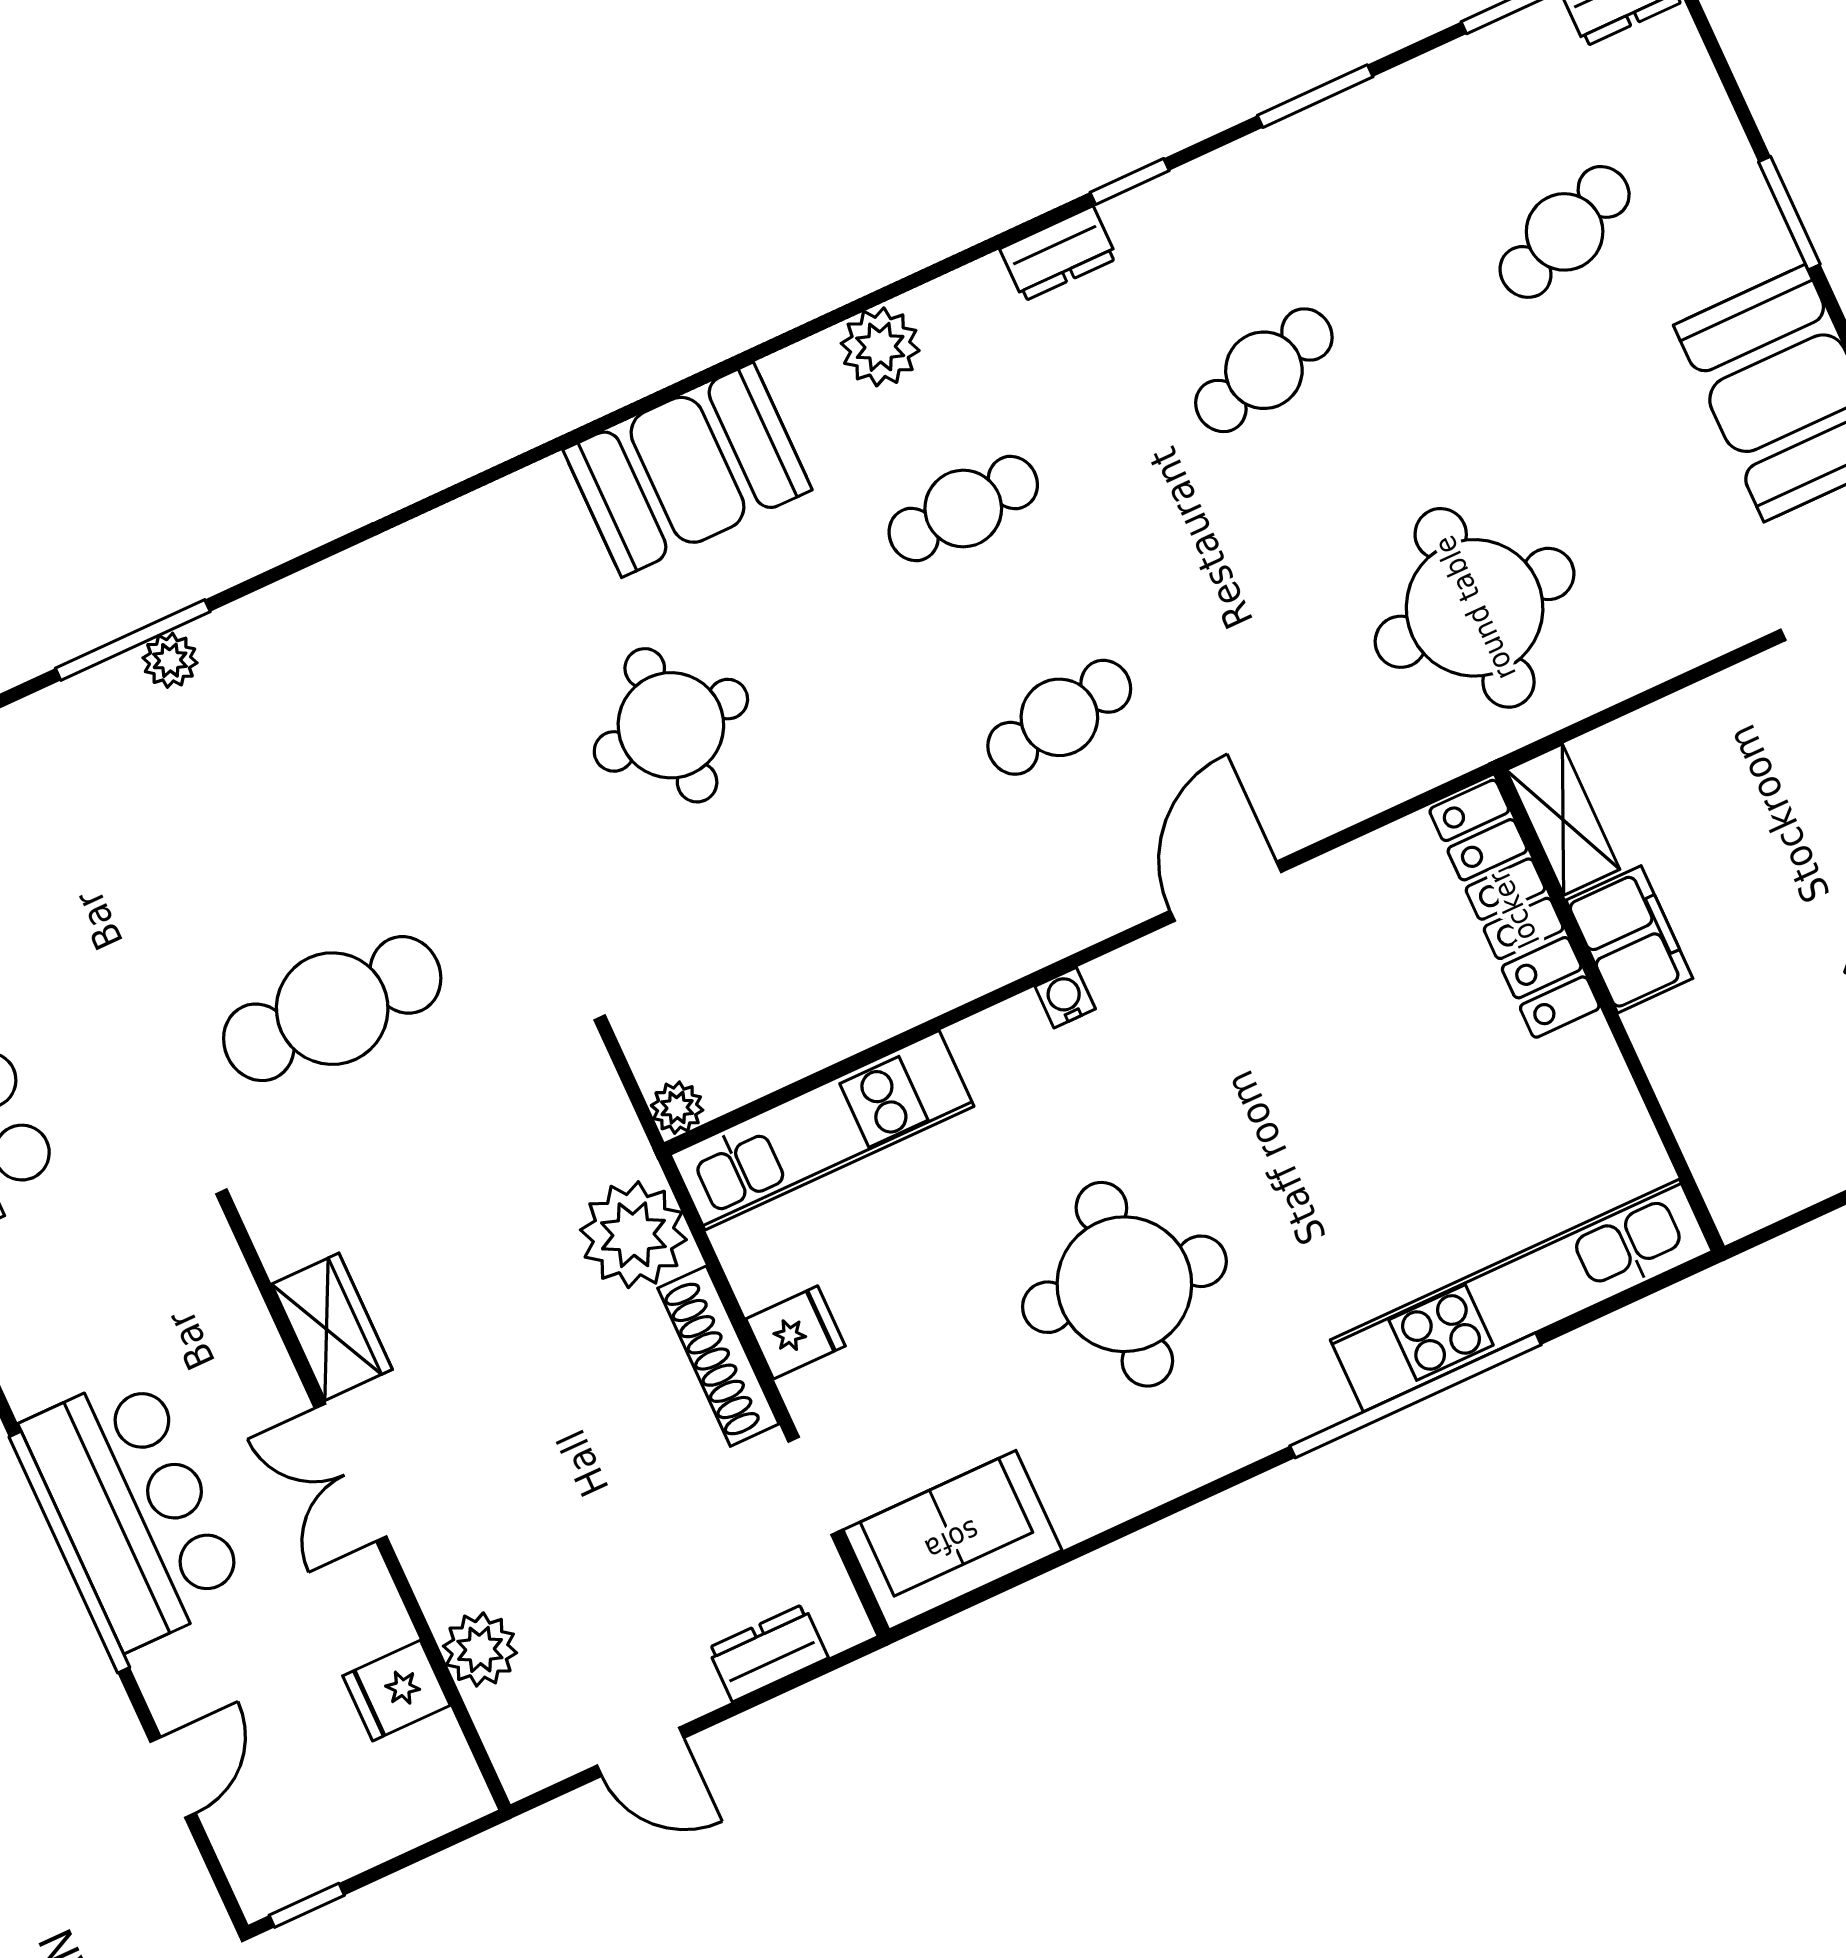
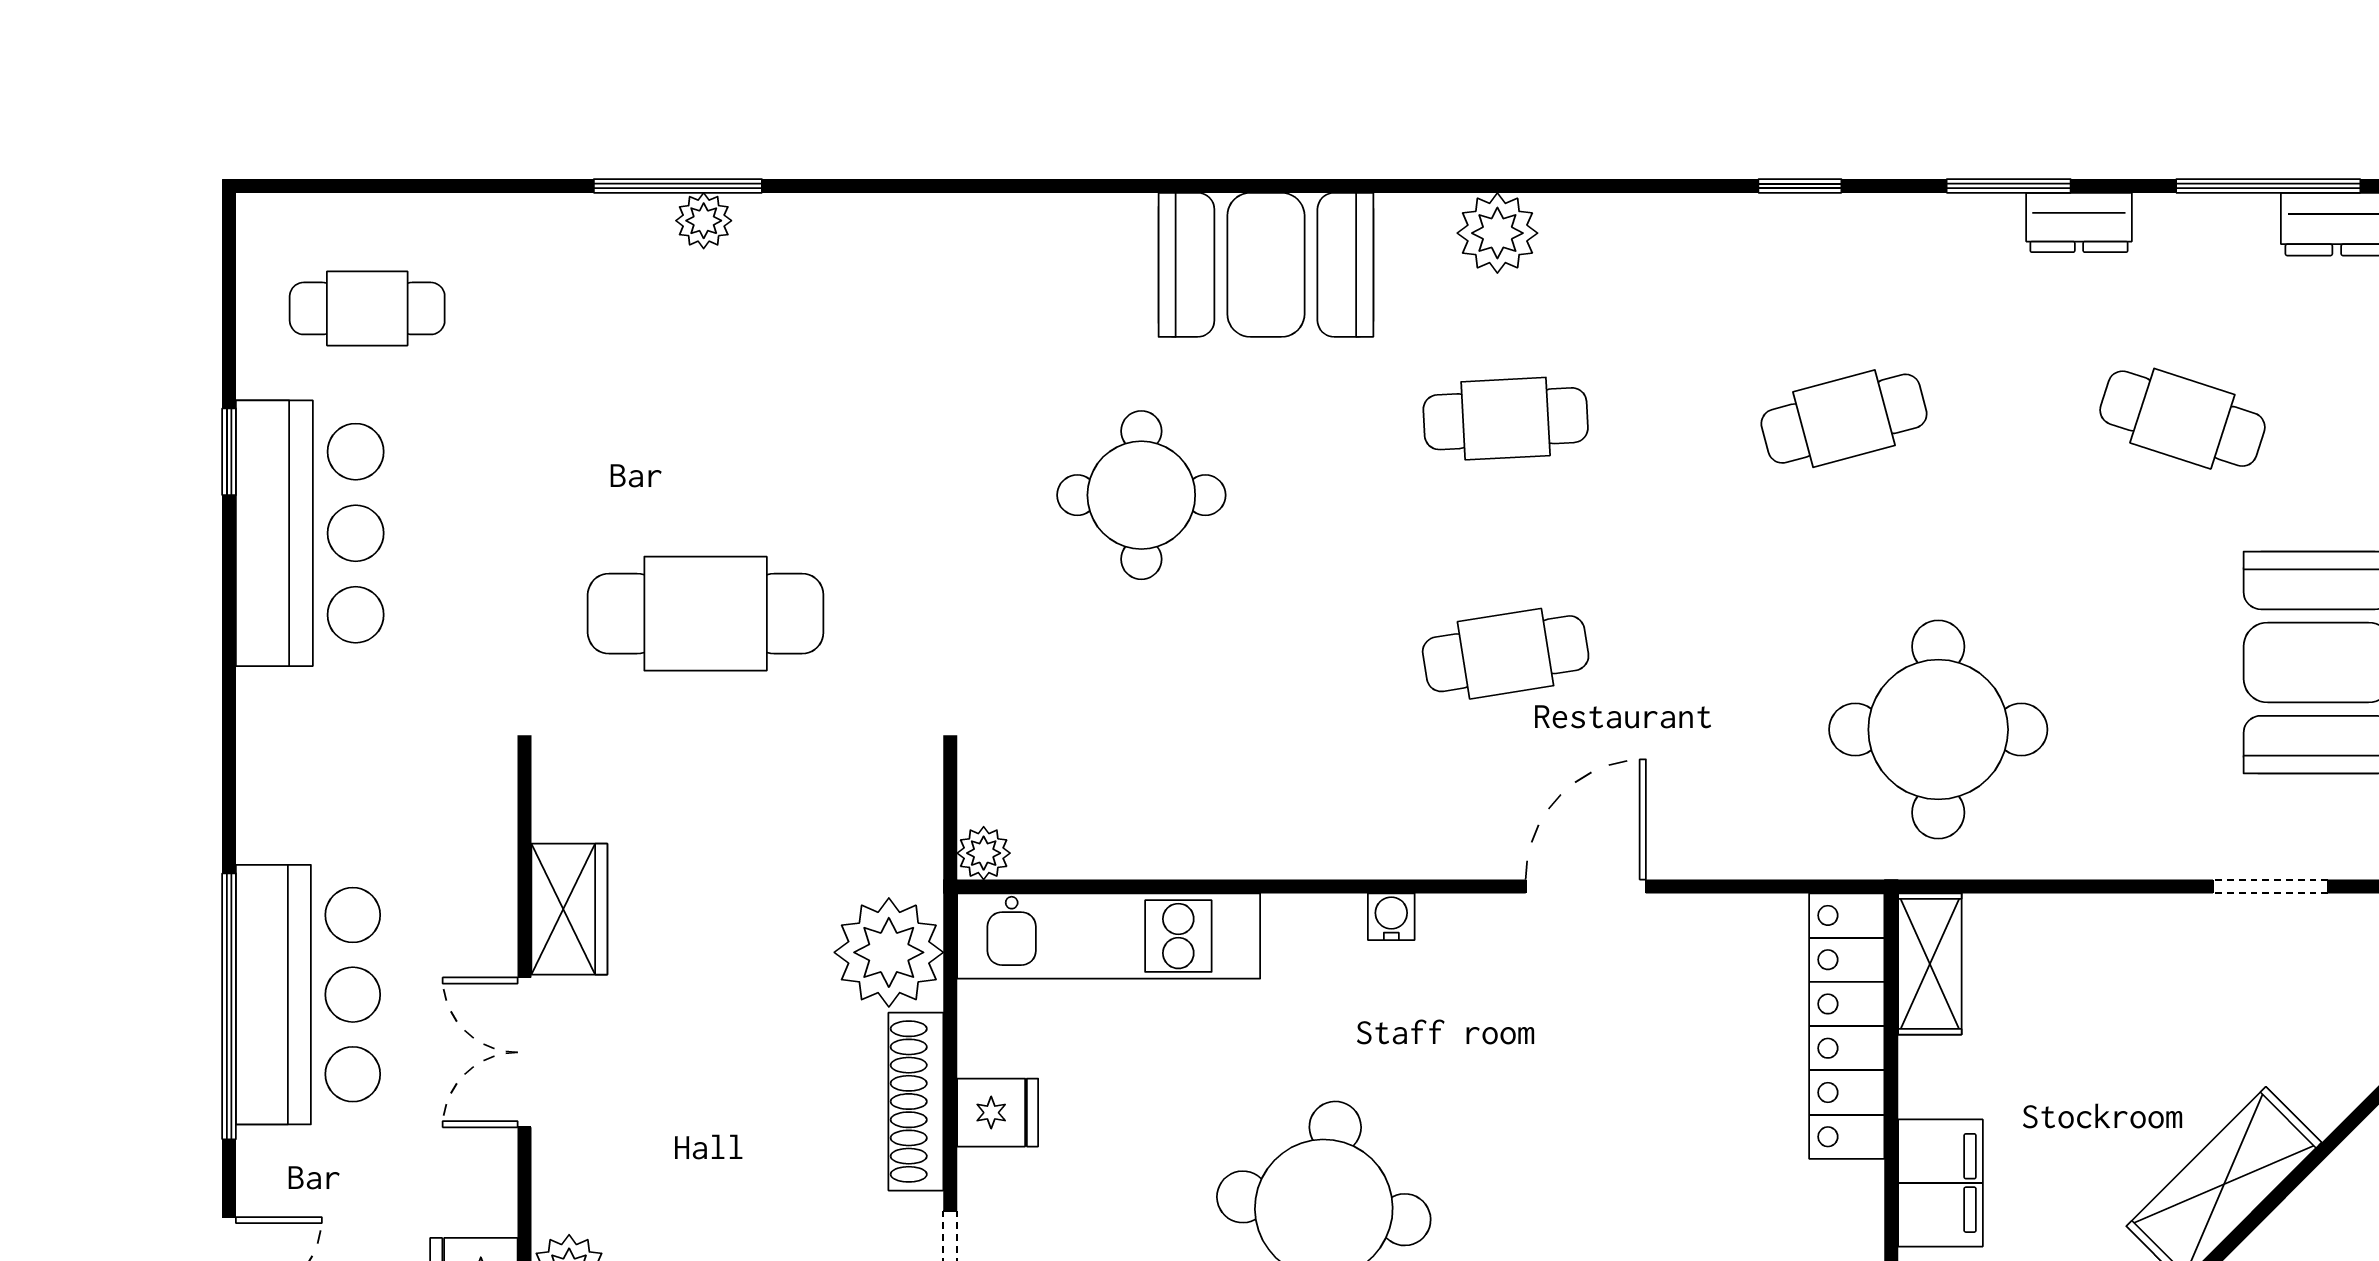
cafe table: (1565, 232) -> (2182, 419), turned 39
dresser: (1058, 254) -> (2079, 223), moved
filing cabinet: (1629, 939) -> (1940, 1183), moved

